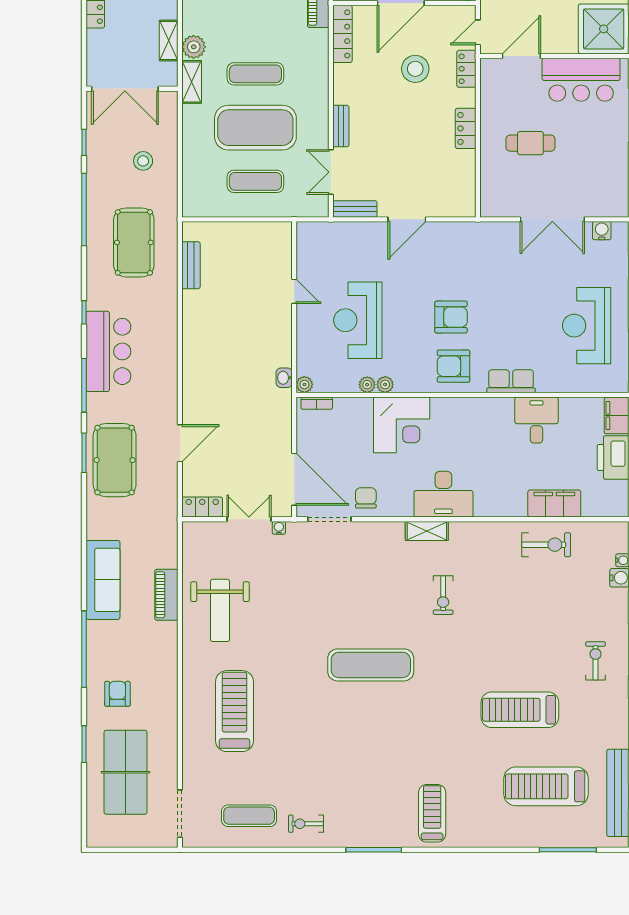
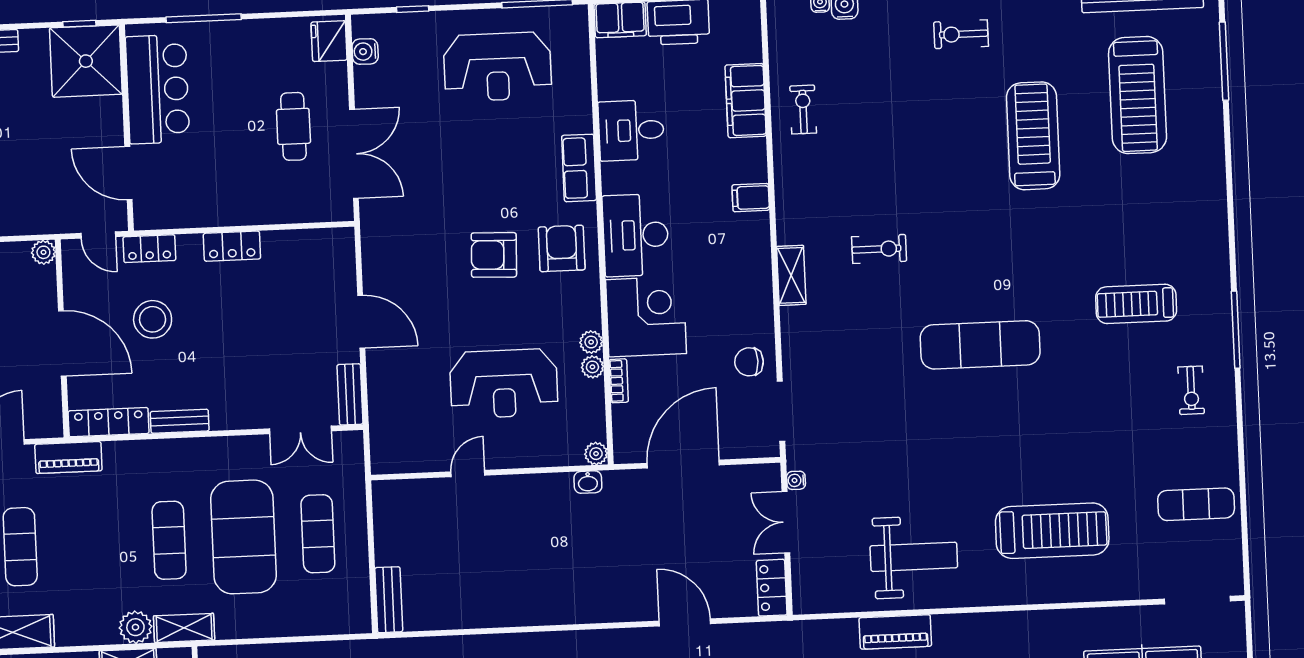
bench: (341, 126) -> (180, 421), moved
cafe table: (530, 143) -> (293, 126), moved
fridge: (610, 205) -> (329, 41), added
double door: (552, 219) -> (354, 154), moved
bench: (191, 265) -> (389, 600), moved, turned 90
armchair: (451, 317) -> (494, 255), turned -88
armchair: (453, 366) -> (562, 248), turned 180
bookcase: (317, 403) -> (619, 381), moved
door: (294, 479) -> (683, 464), moved
desk: (443, 494) -> (636, 235), moved, turned 180
filing cabinet: (484, 504) -> (751, 198), added
exercise bike: (546, 545) -> (803, 110), width x0.73, depth x0.72
exercise mat: (371, 665) -> (980, 345), turned 90
treadmill: (520, 710) -> (1033, 136), turned 180
treadmill: (234, 711) -> (1052, 531), turned 180
treadmill: (432, 813) -> (1136, 304), moved
exercise mat: (249, 816) -> (1196, 504), turned 90
exercise bike: (306, 824) -> (1191, 390), moved

